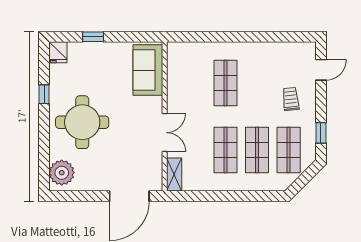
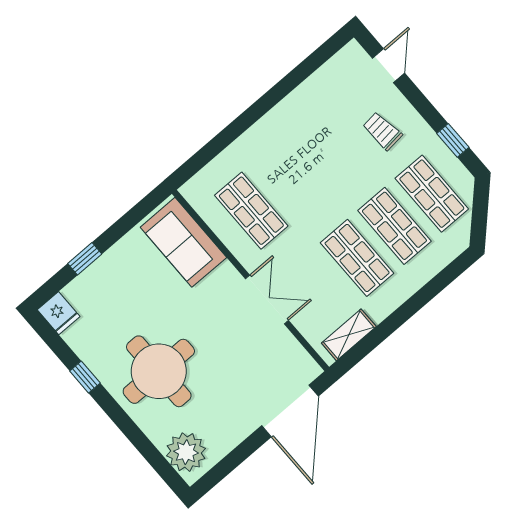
shop shelf: (226, 83) -> (251, 211), moved
shelving: (174, 175) -> (349, 335), moved, turned 90

